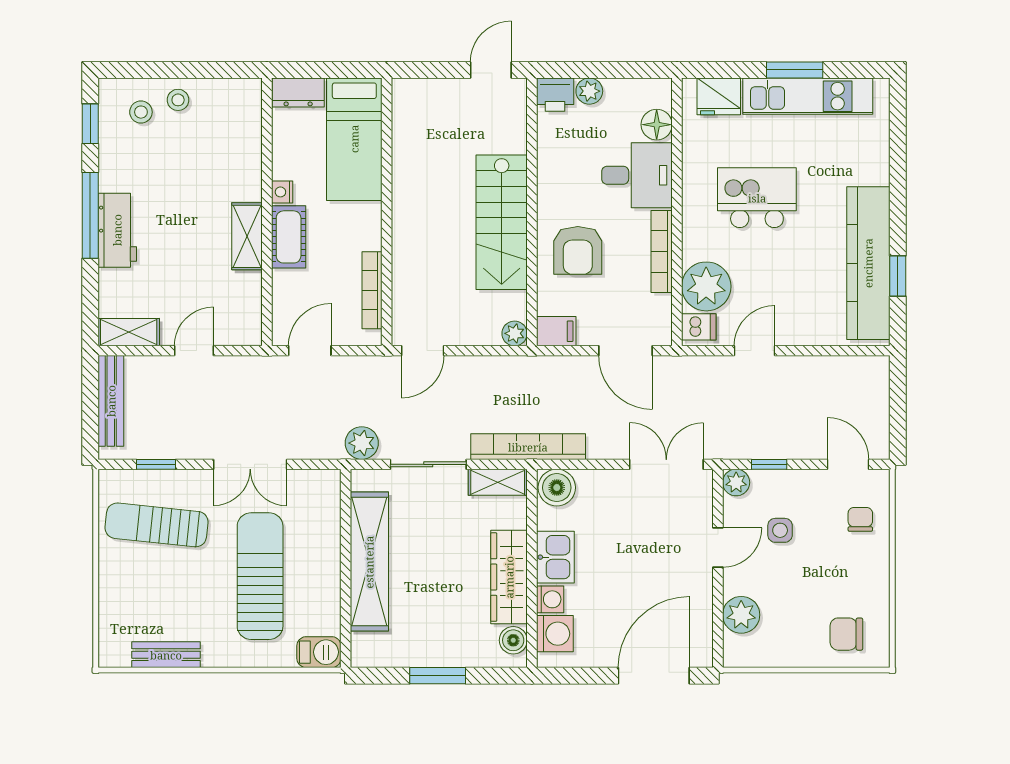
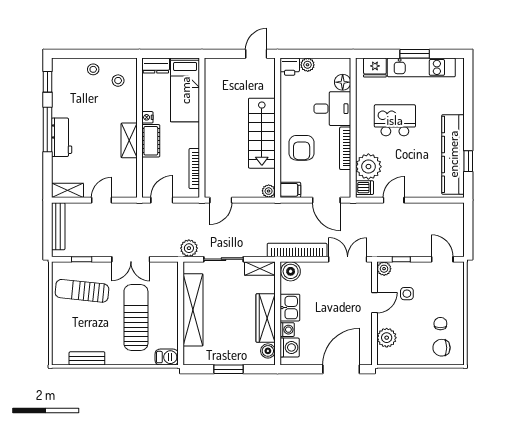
stool: (141, 112) -> (118, 81), moved
bookcase: (528, 447) -> (297, 250), moved
chair: (860, 519) -> (440, 324), moved

